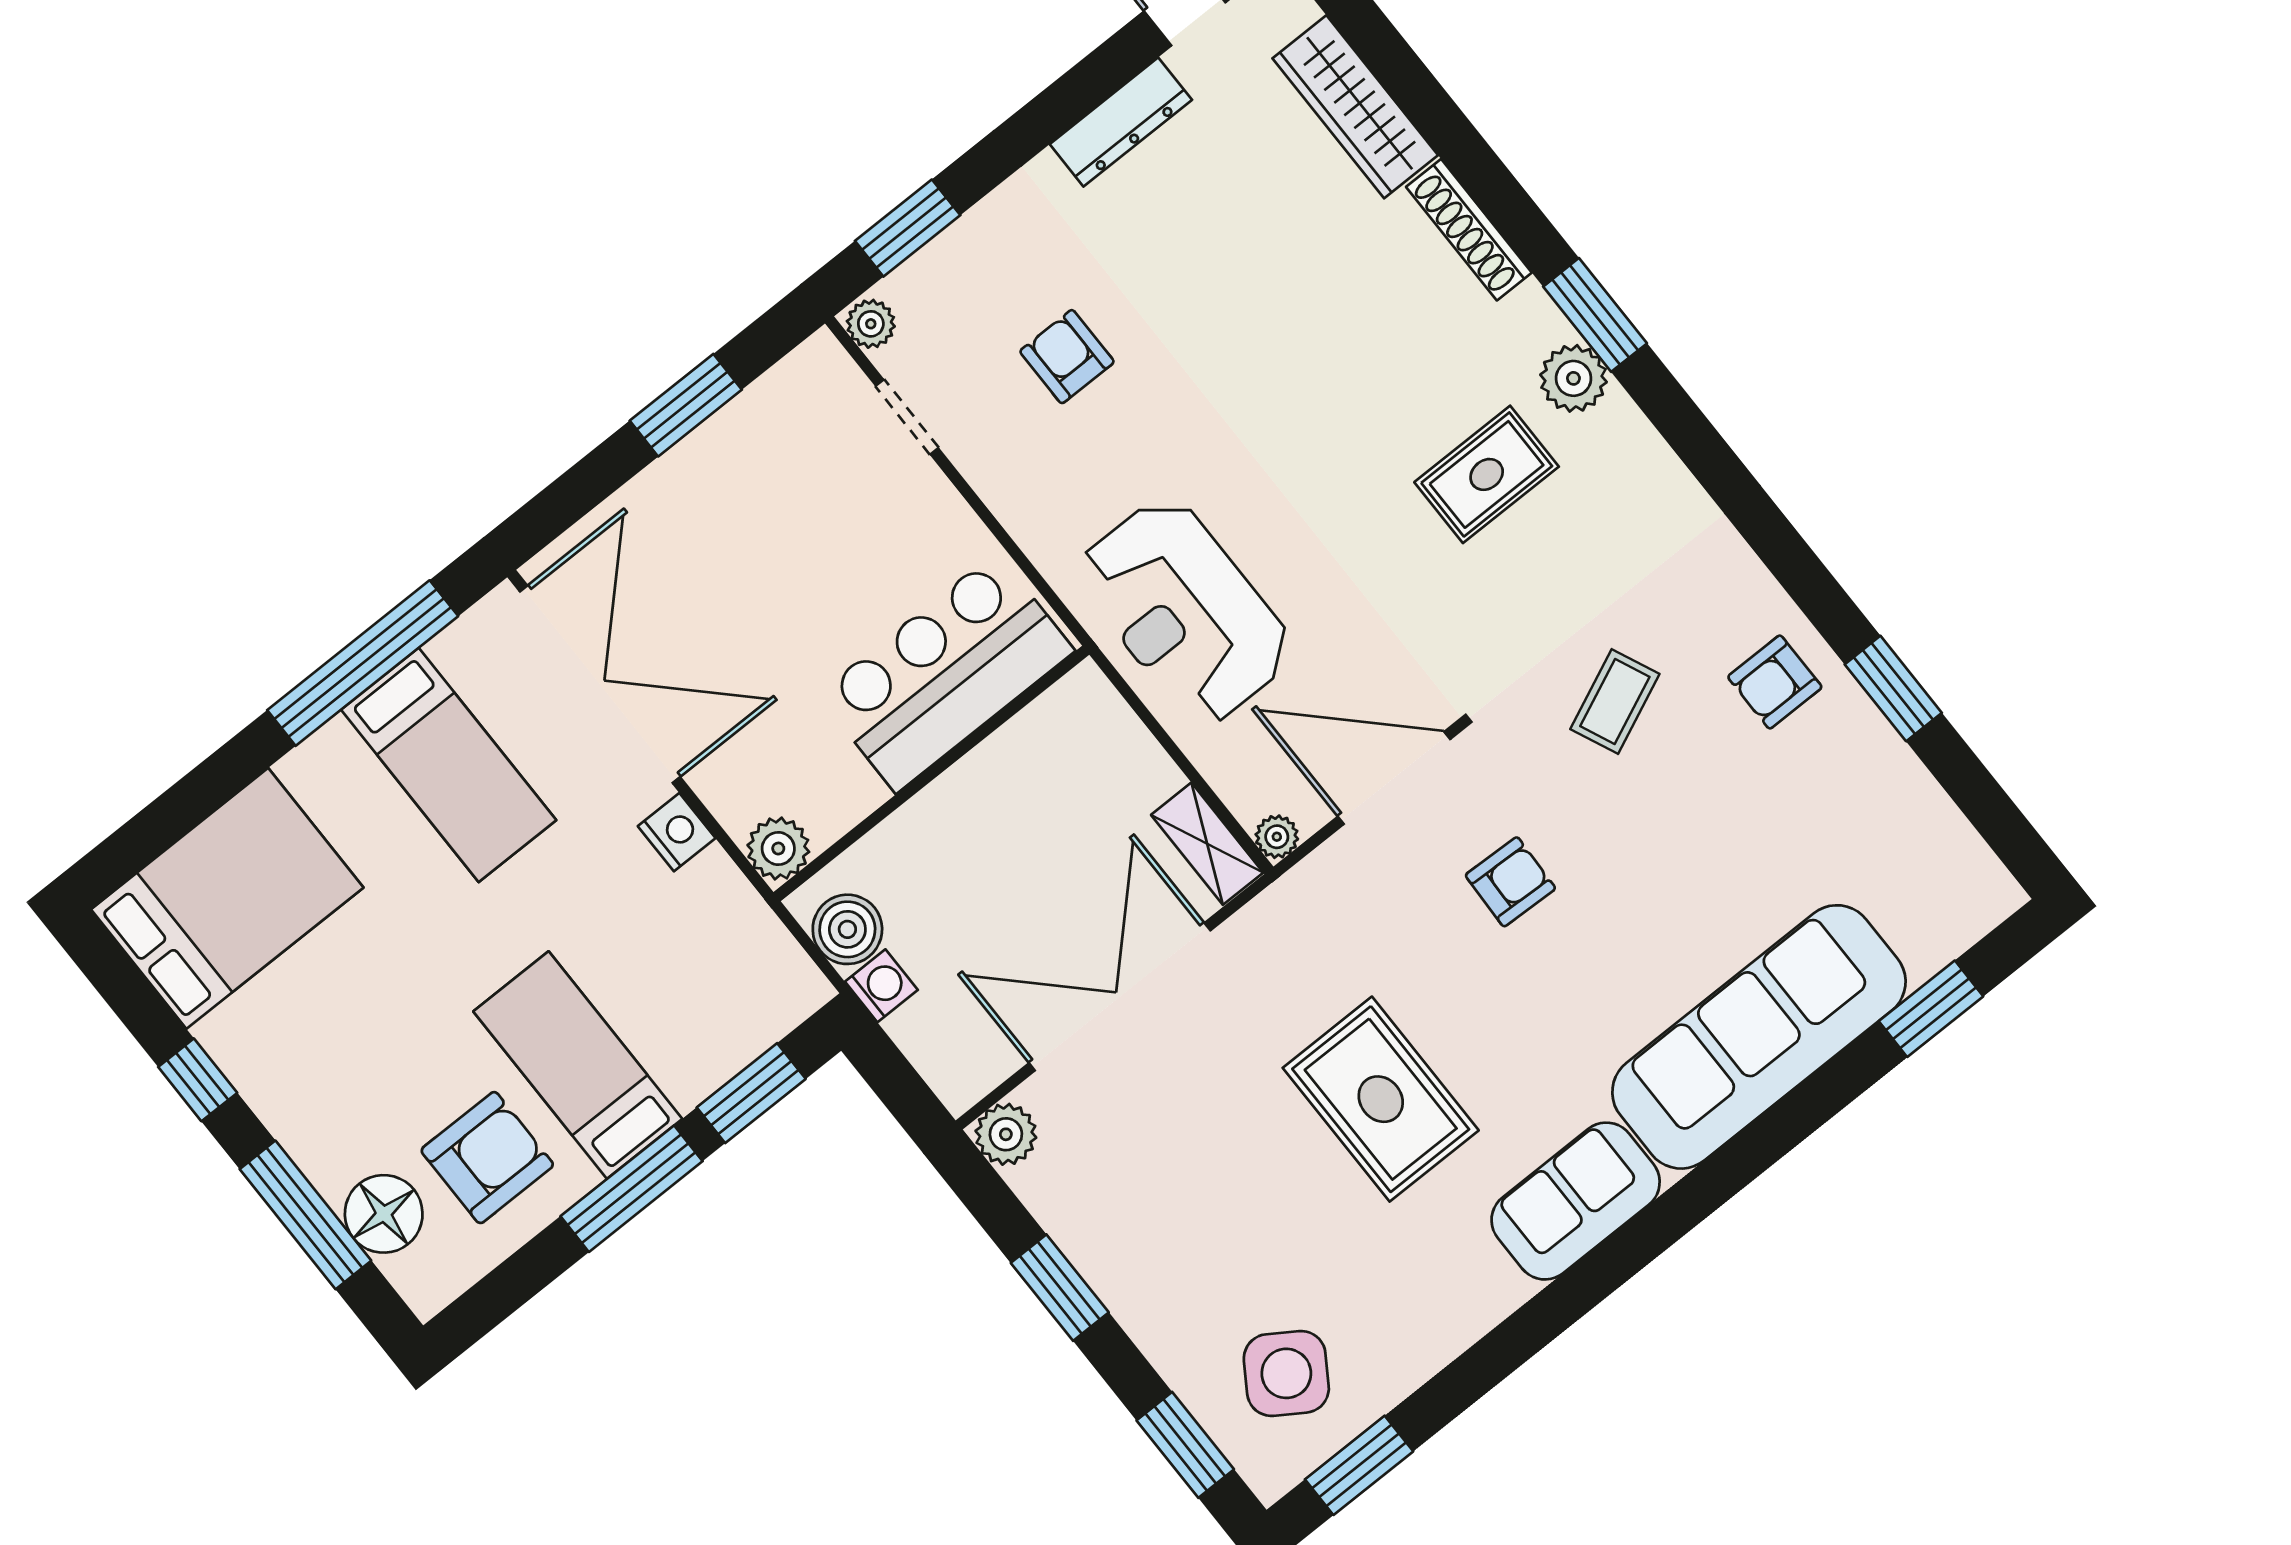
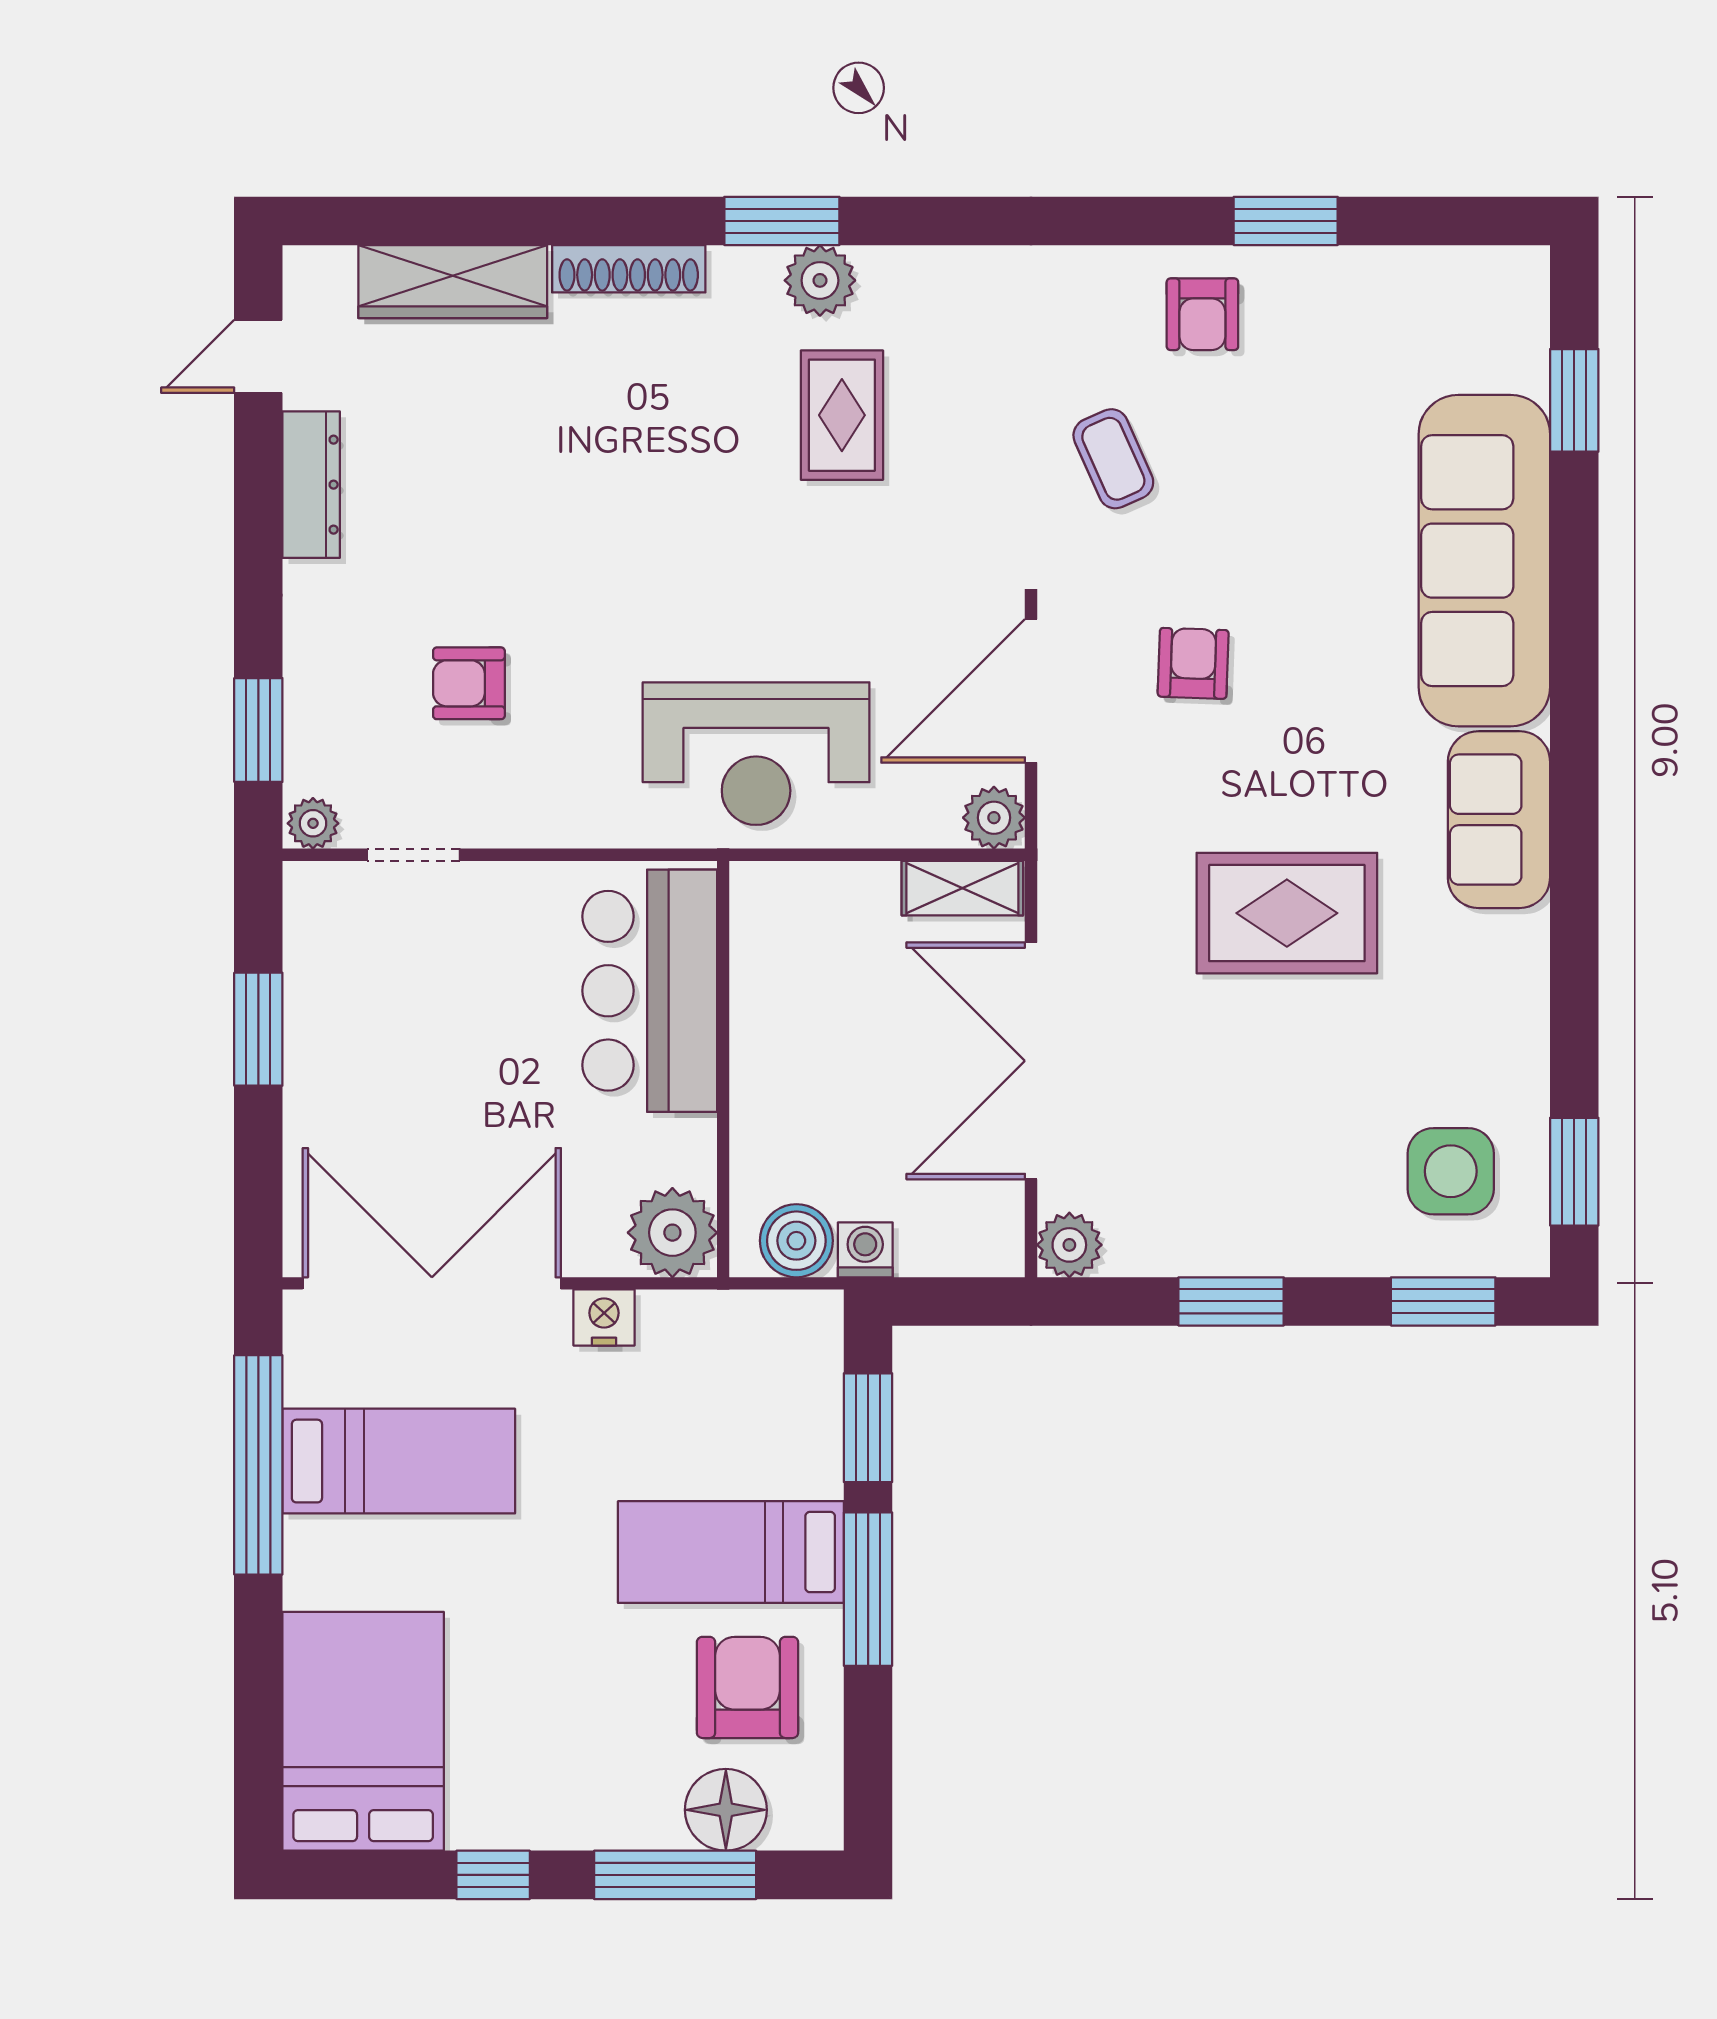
plant: (1277, 837) -> (994, 818), width x1.38, depth x1.38
plant: (778, 848) -> (672, 1233), width x1.36, depth x1.36
side table: (1286, 1373) -> (1451, 1171), turned -33

